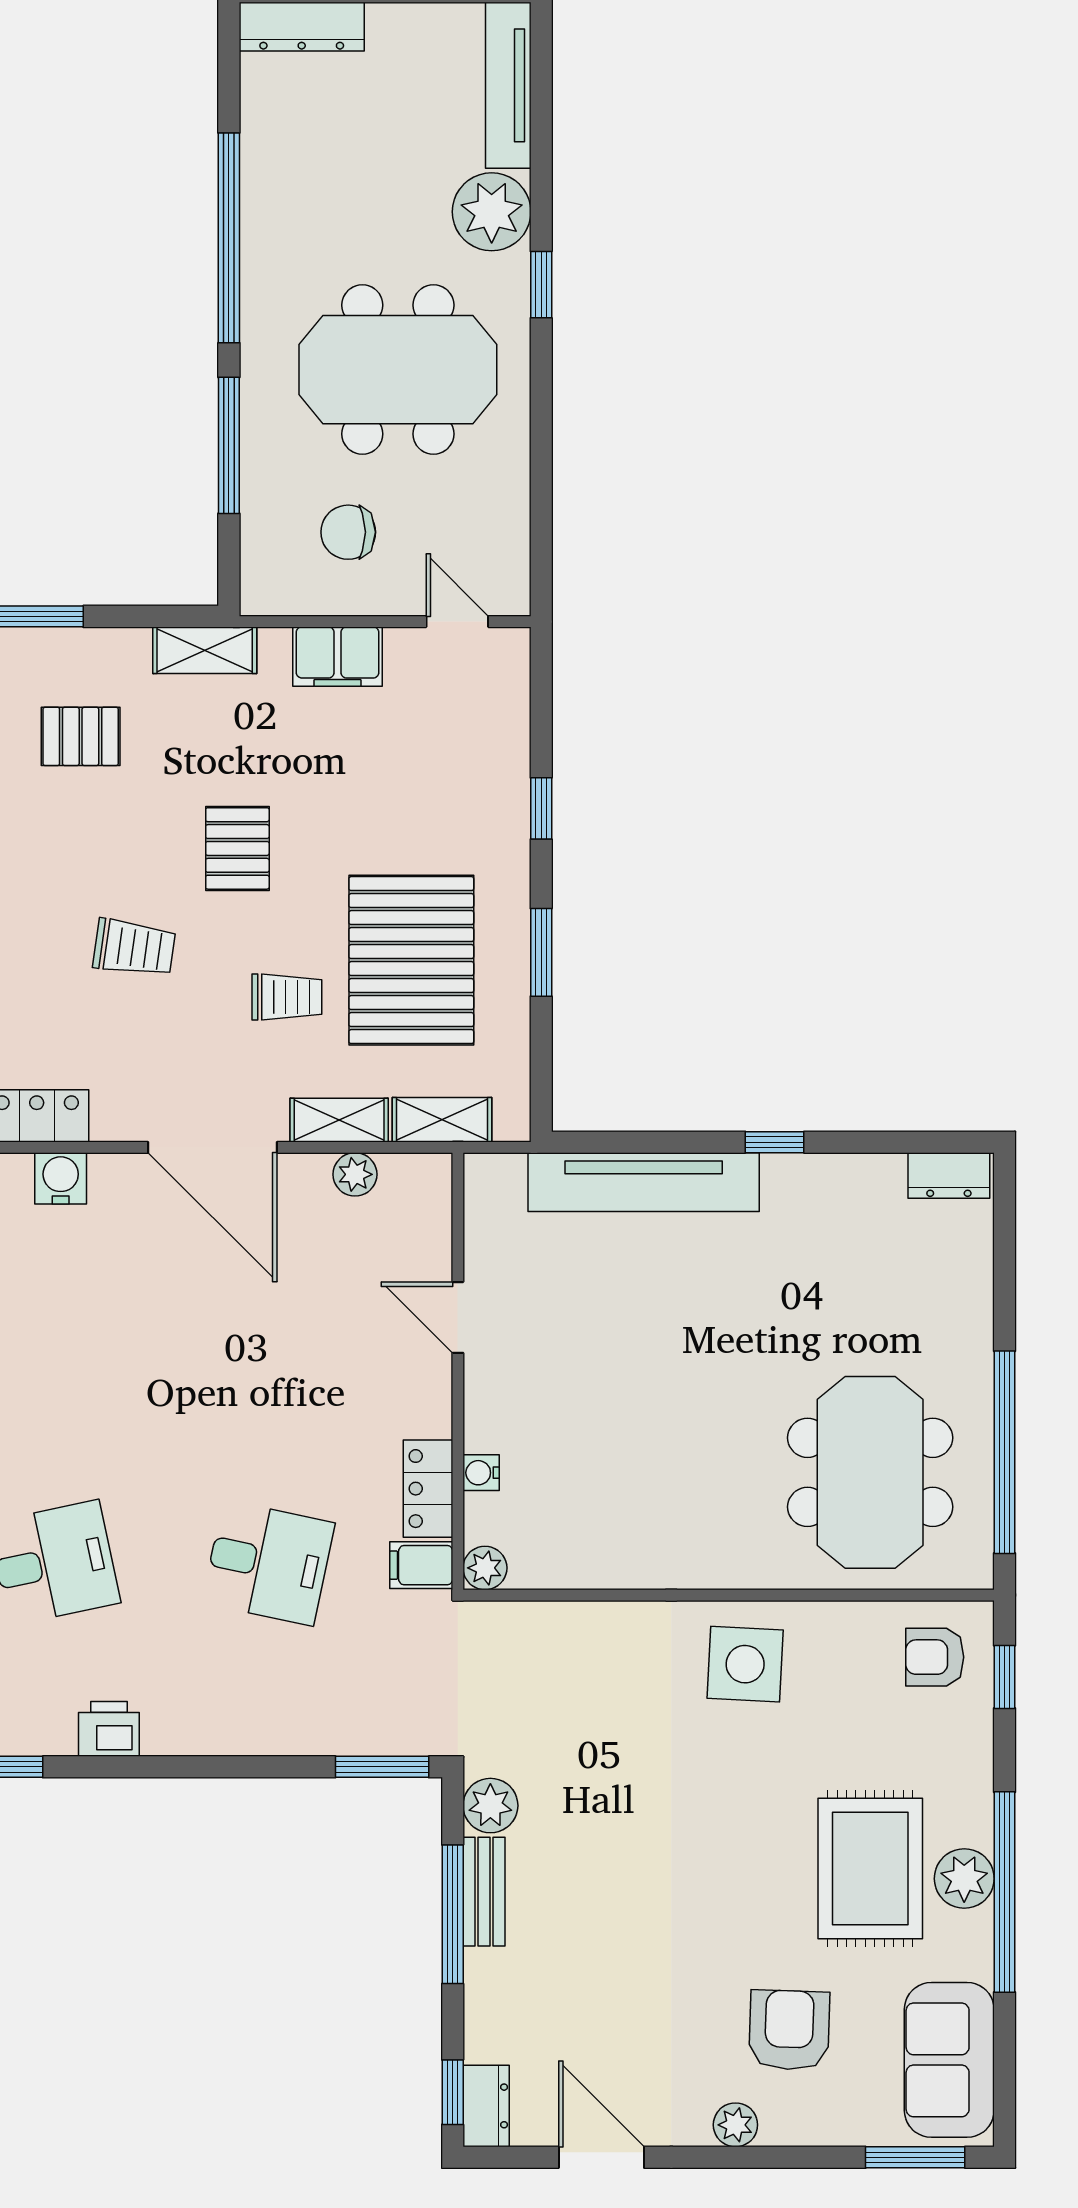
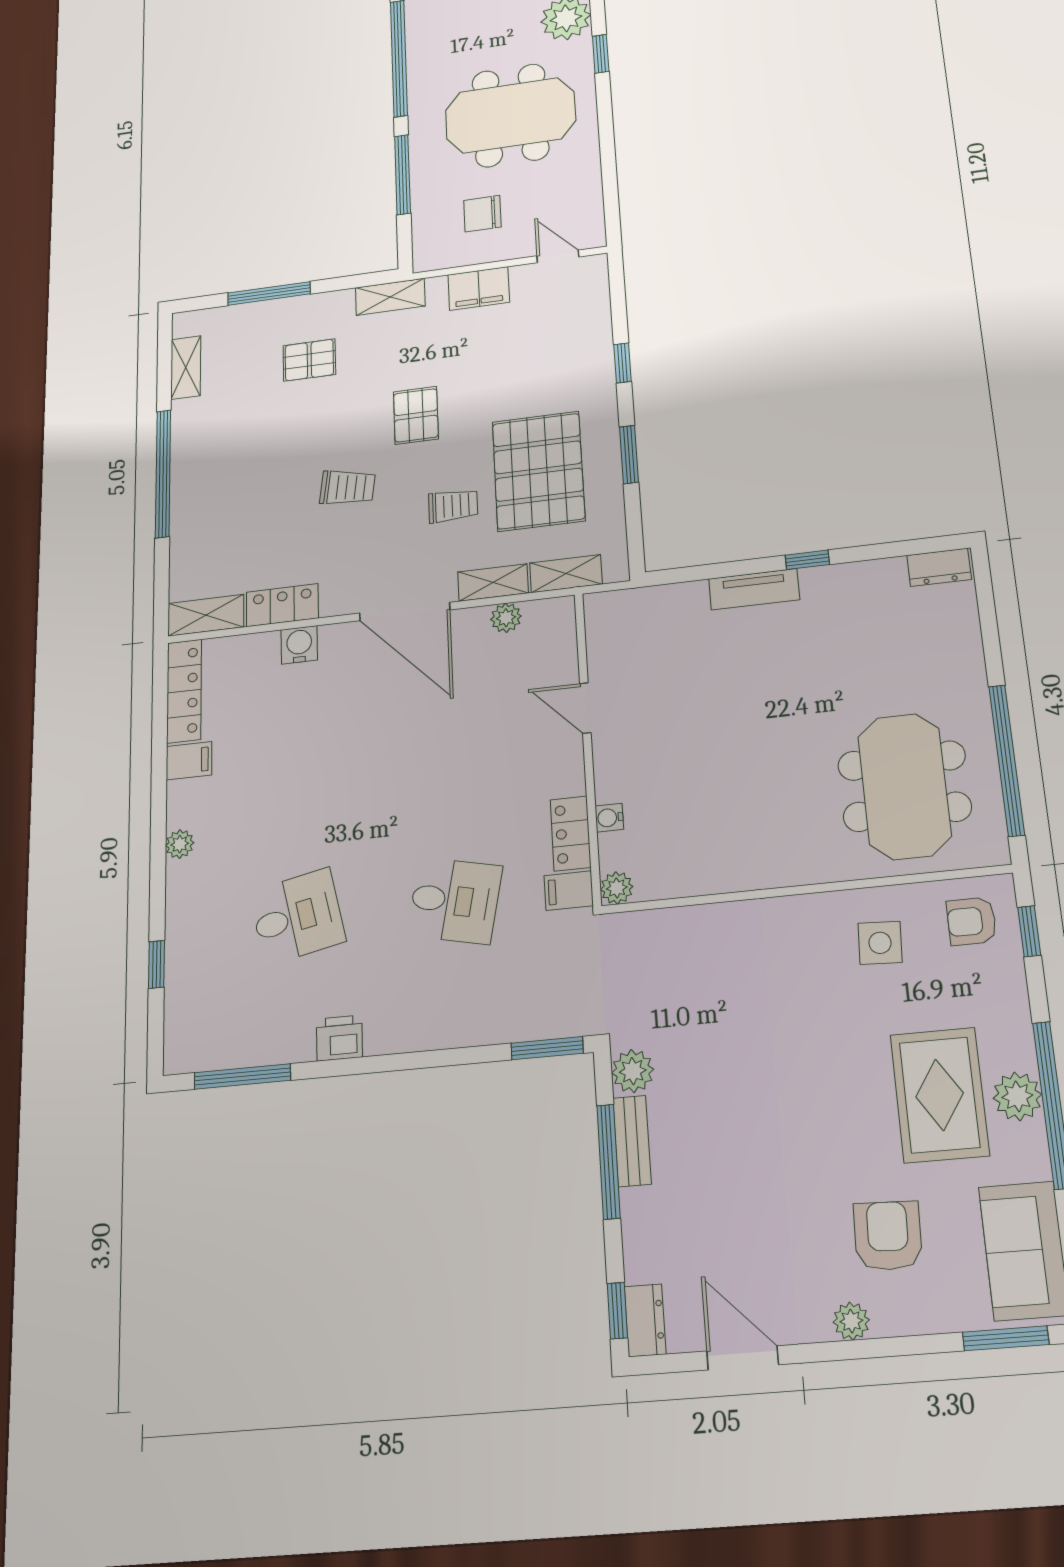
tv unit: (644, 1182) -> (754, 589), width x0.52, depth x0.78
side table: (745, 1664) -> (880, 943), moved, width x0.73, depth x0.73

